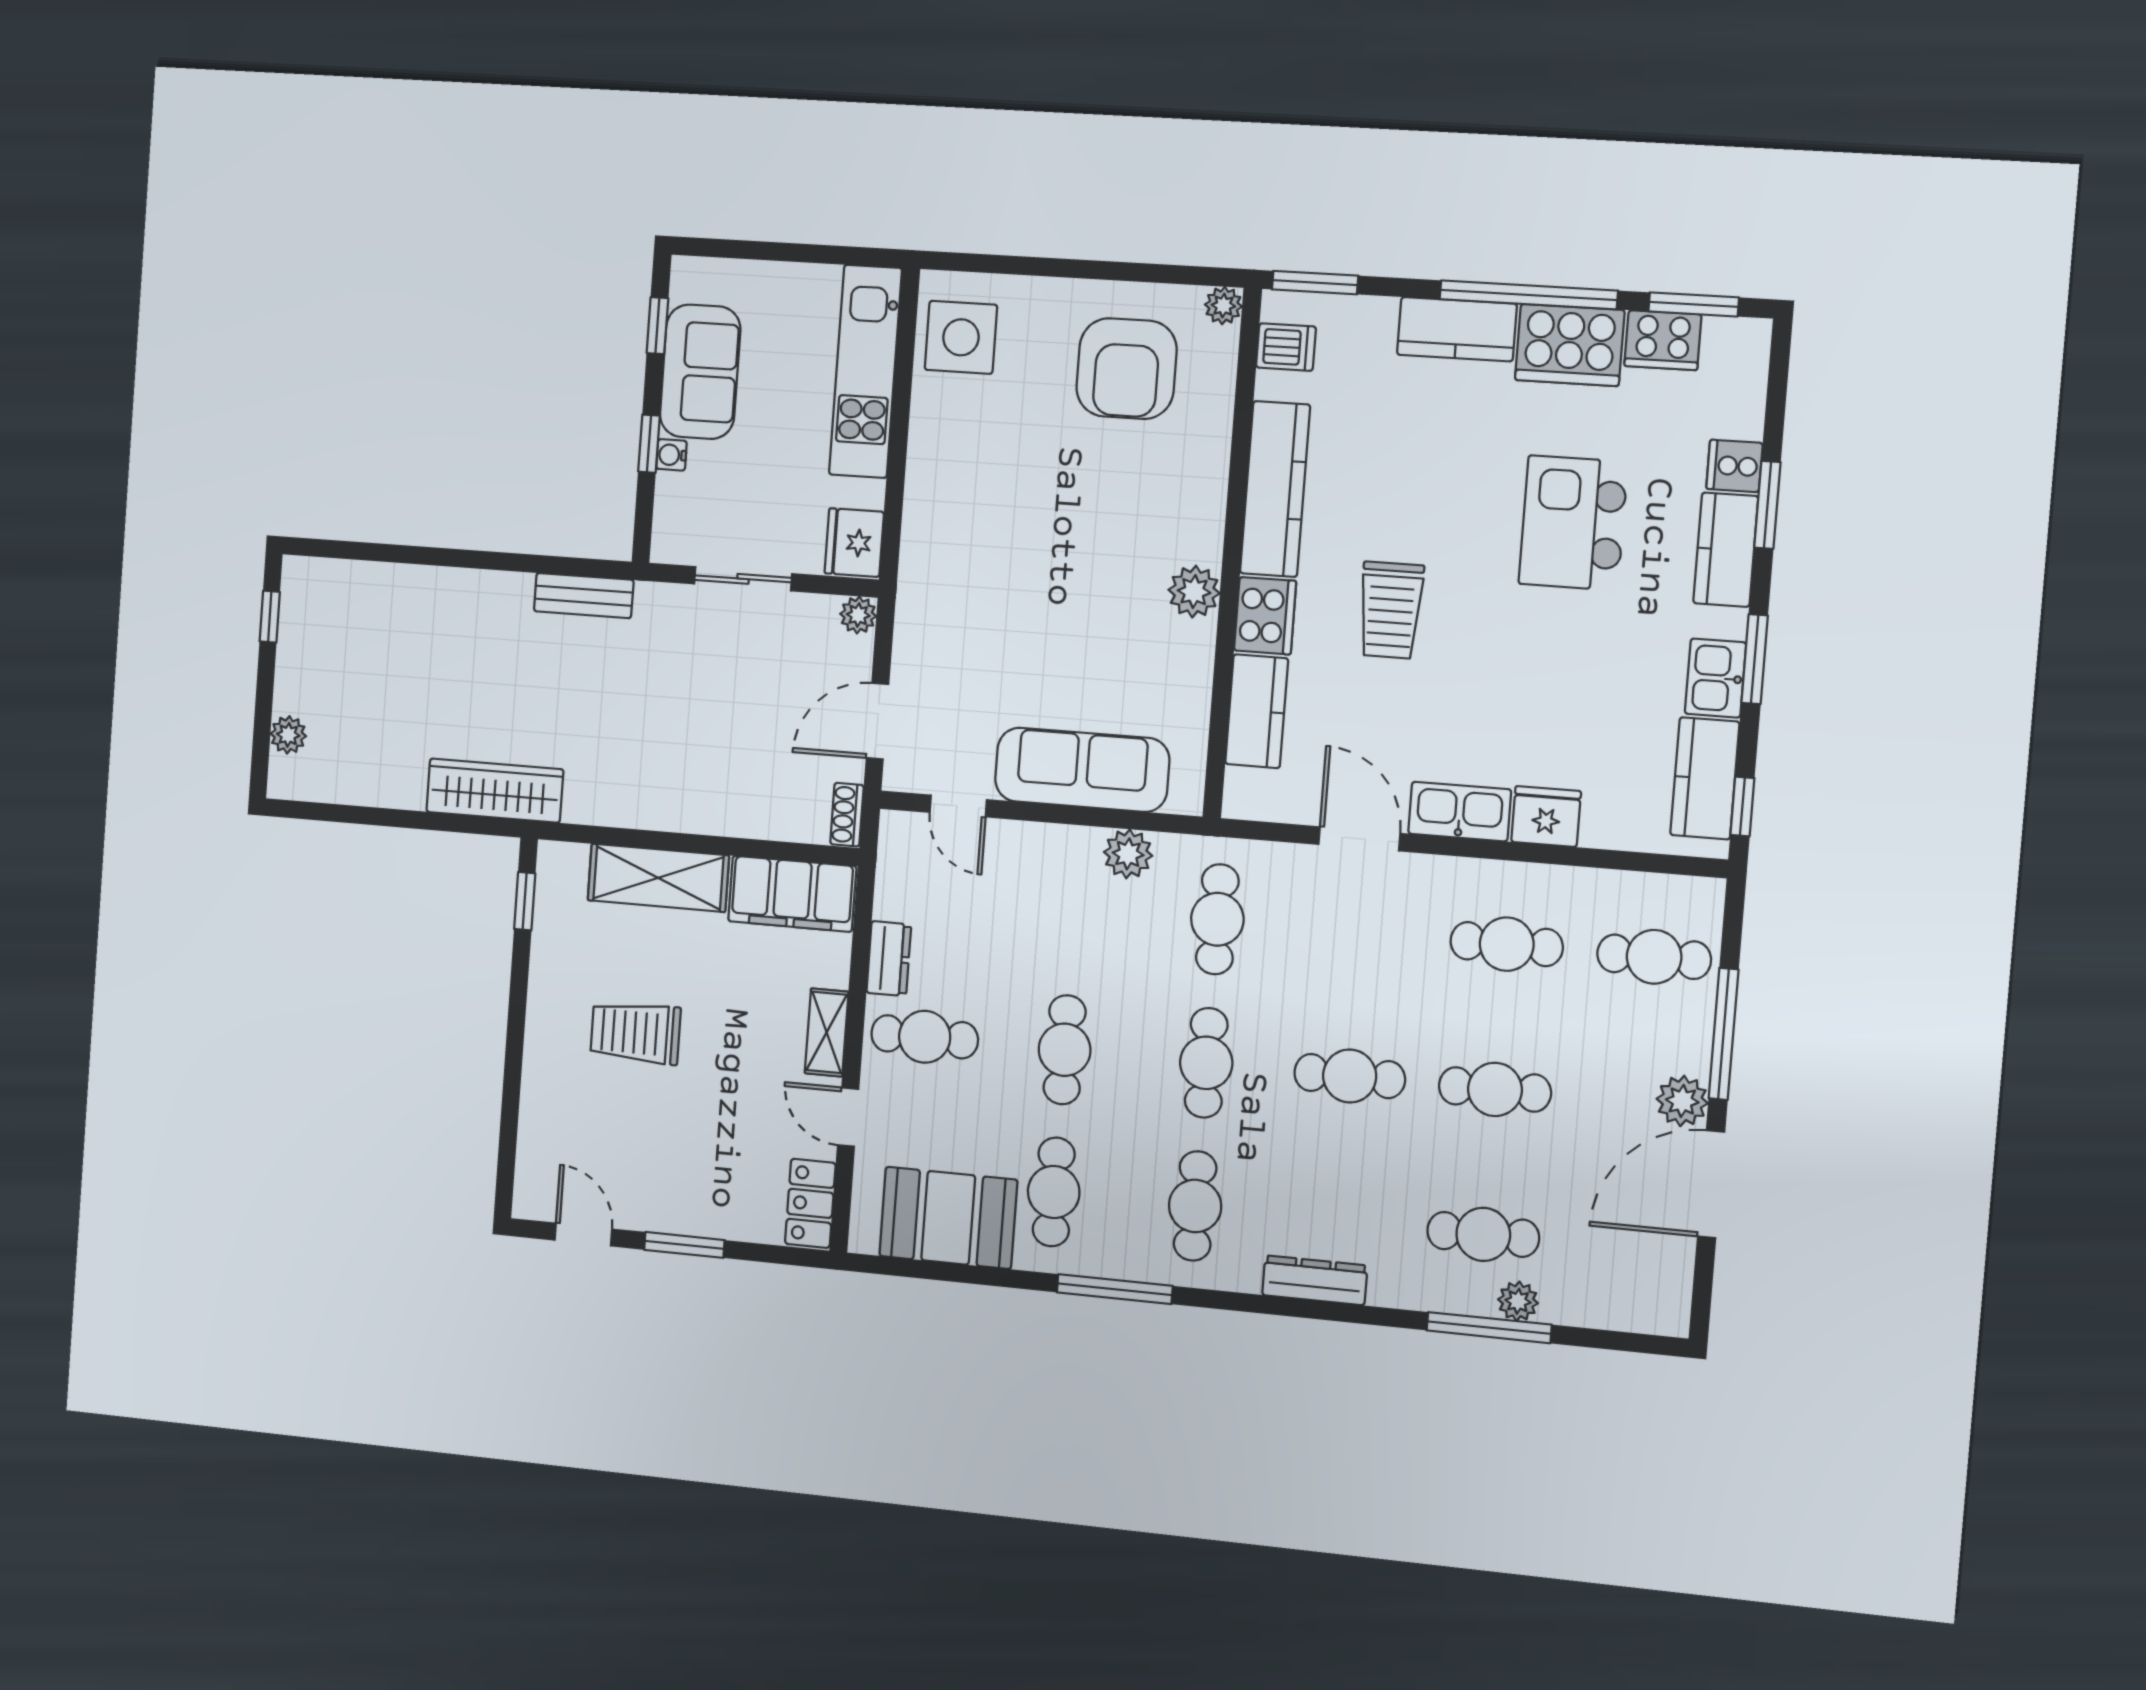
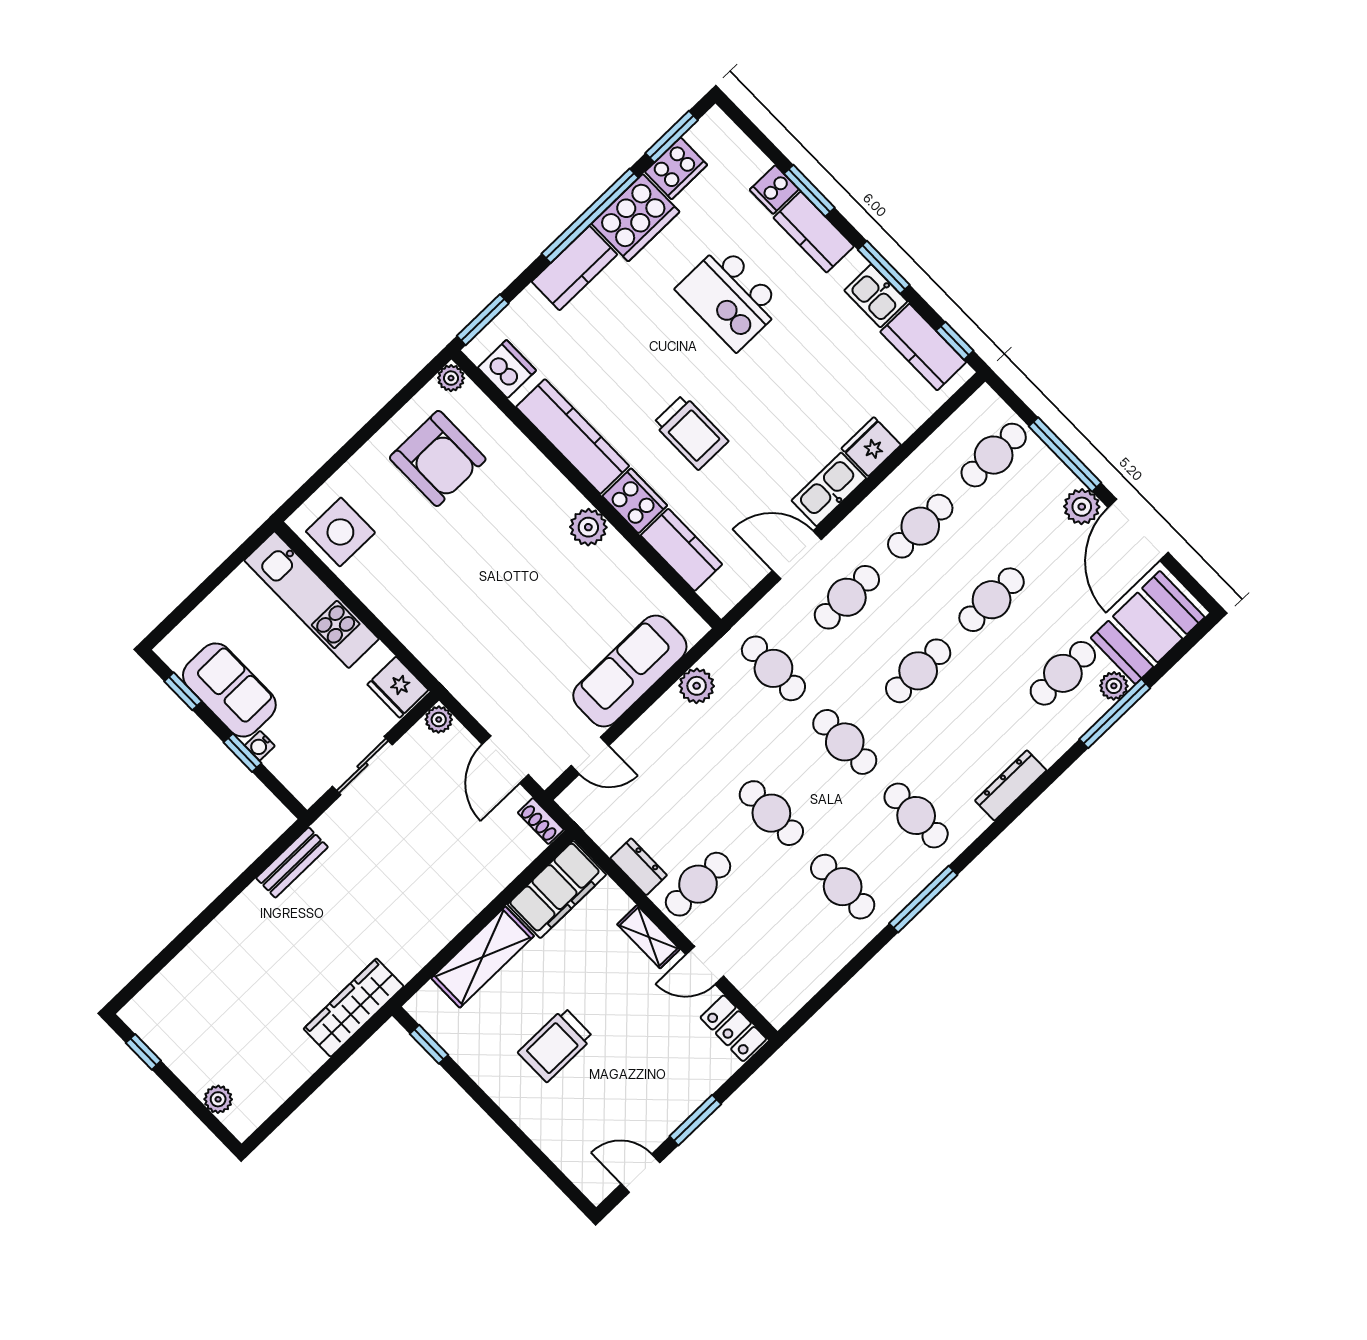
dishwasher: (1286, 347) -> (507, 369), width x1.38
cafe table: (1361, 932) -> (847, 597), added
booth: (948, 1218) -> (1148, 627), moved

